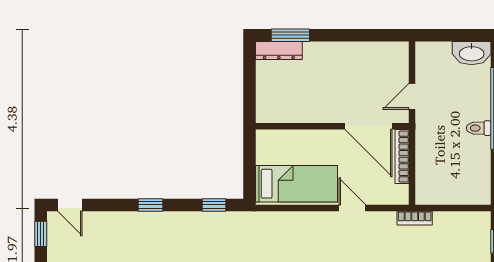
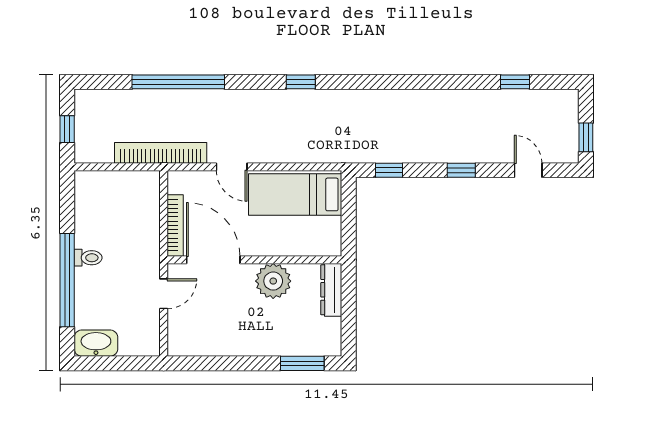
dresser: (279, 50) -> (331, 290), moved, turned -90
plant: (316, 108) -> (273, 281), added
door: (70, 205) -> (528, 170), moved
bookcase: (415, 218) -> (161, 153), width x2.31, depth x1.31

